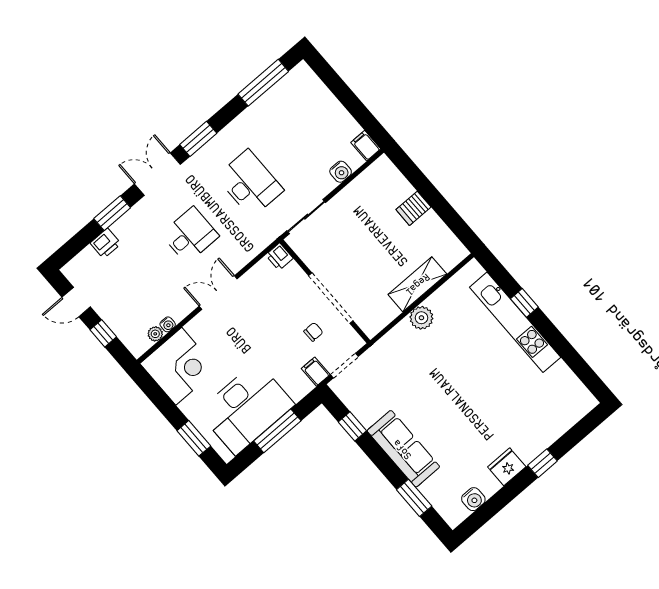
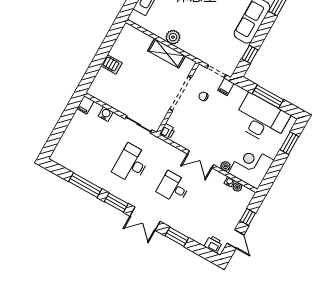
window: (263, 83) -> (85, 185), moved
printer: (106, 243) -> (213, 244), moved
shelving: (417, 284) -> (167, 53), moved
plant: (194, 327) -> (225, 166), added

